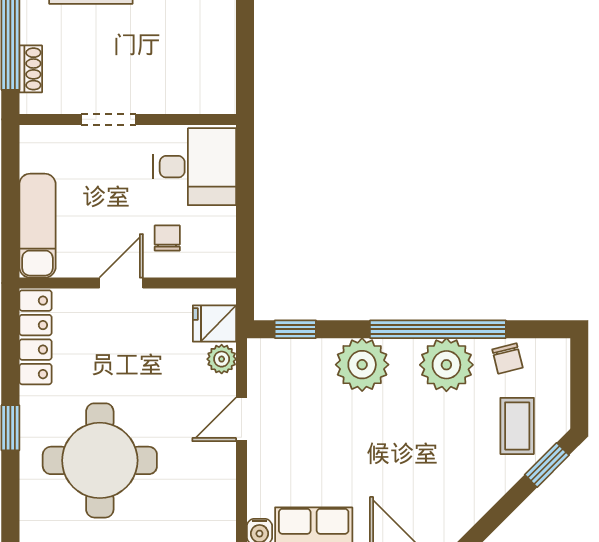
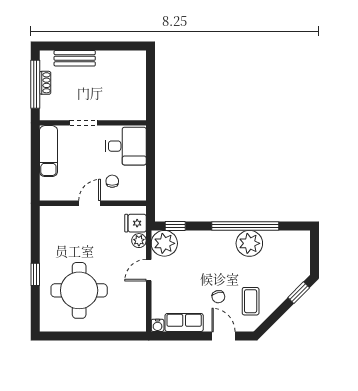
shoe rack: (31, 69) -> (45, 83), moved
exam couch: (37, 226) -> (48, 151), moved
locker: (35, 337) -> (47, 230), removed
chair: (507, 359) -> (218, 297), moved
plant: (362, 365) -> (164, 243), moved
coffee table: (517, 426) -> (251, 301), moved

